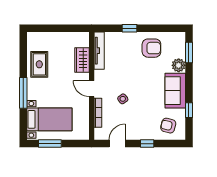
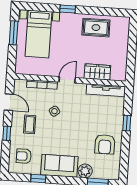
window: (23, 93) -> (68, 9), width x0.46
coffee table: (137, 122) -> (30, 124), added
armchair: (168, 126) -> (24, 156), turned -104

